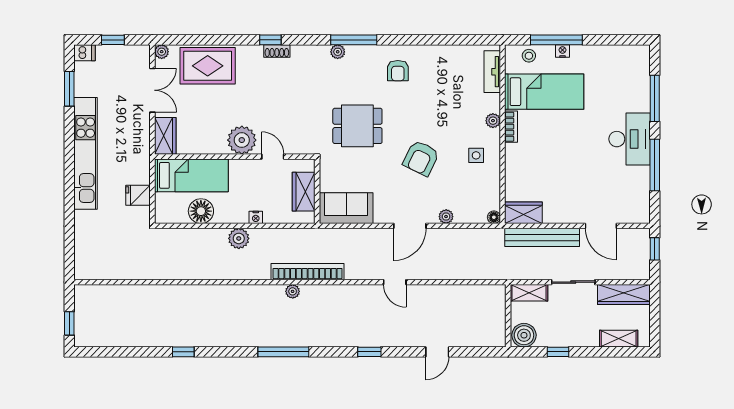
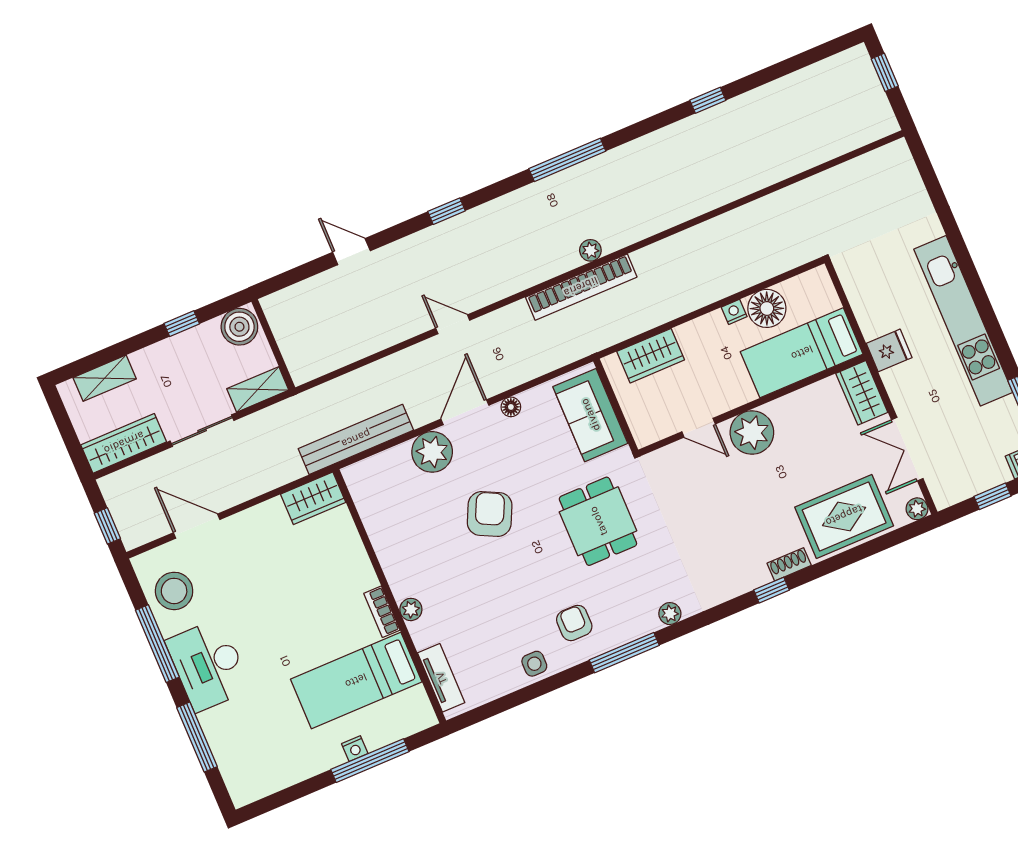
window: (354, 40) -> (624, 653), moved
shoe rack: (277, 51) -> (789, 564), moved
stool: (529, 56) -> (174, 591), moved, width x1.89, depth x1.89
dining table: (357, 126) -> (598, 521), turned 90
side table: (476, 155) -> (534, 664), moved
wardrobe: (304, 192) -> (651, 356), moved, turned 90
fridge: (138, 195) -> (889, 350), moved
sofa: (346, 208) -> (590, 415), moved, turned 90
nightstand: (256, 217) -> (734, 312), moved
plant: (446, 217) -> (432, 452), width x1.88, depth x1.88
floor lamp: (494, 217) -> (511, 407), moved
bench: (542, 237) -> (356, 439), moved
plant: (239, 238) -> (697, 293), removed
door: (437, 352) -> (351, 252), hinge flipped

